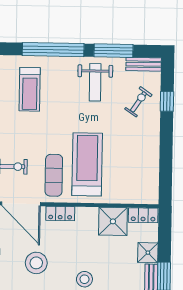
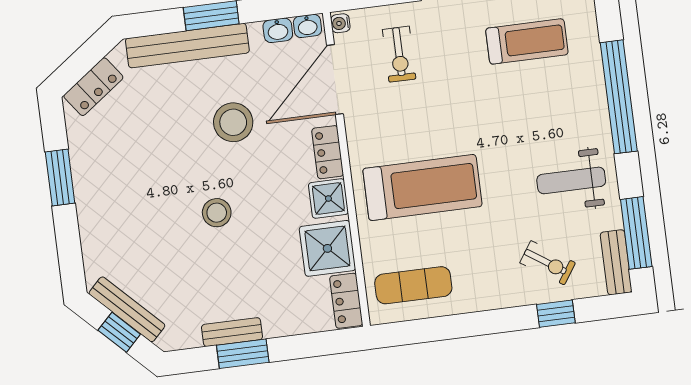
window: (113, 51) -> (636, 233), moved
treadmill: (30, 89) -> (527, 41), moved, turned 180
exercise mat: (54, 175) -> (413, 285), moved
shower: (148, 253) -> (328, 198), moved

